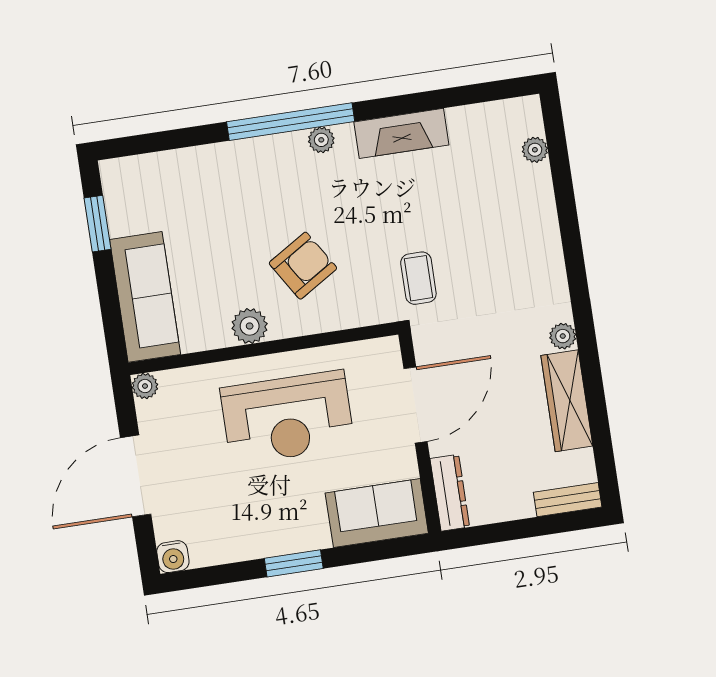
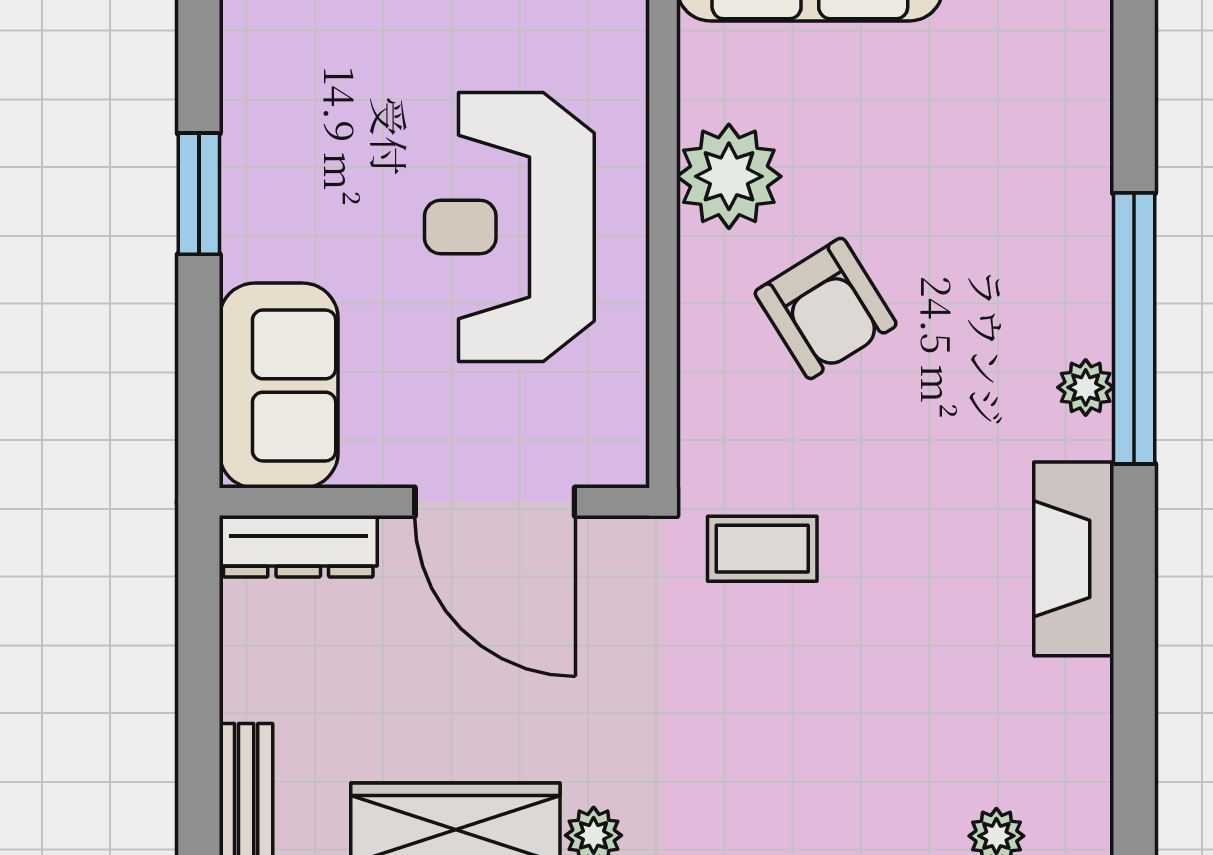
plant: (250, 326) -> (729, 176), width x1.36, depth x1.36

